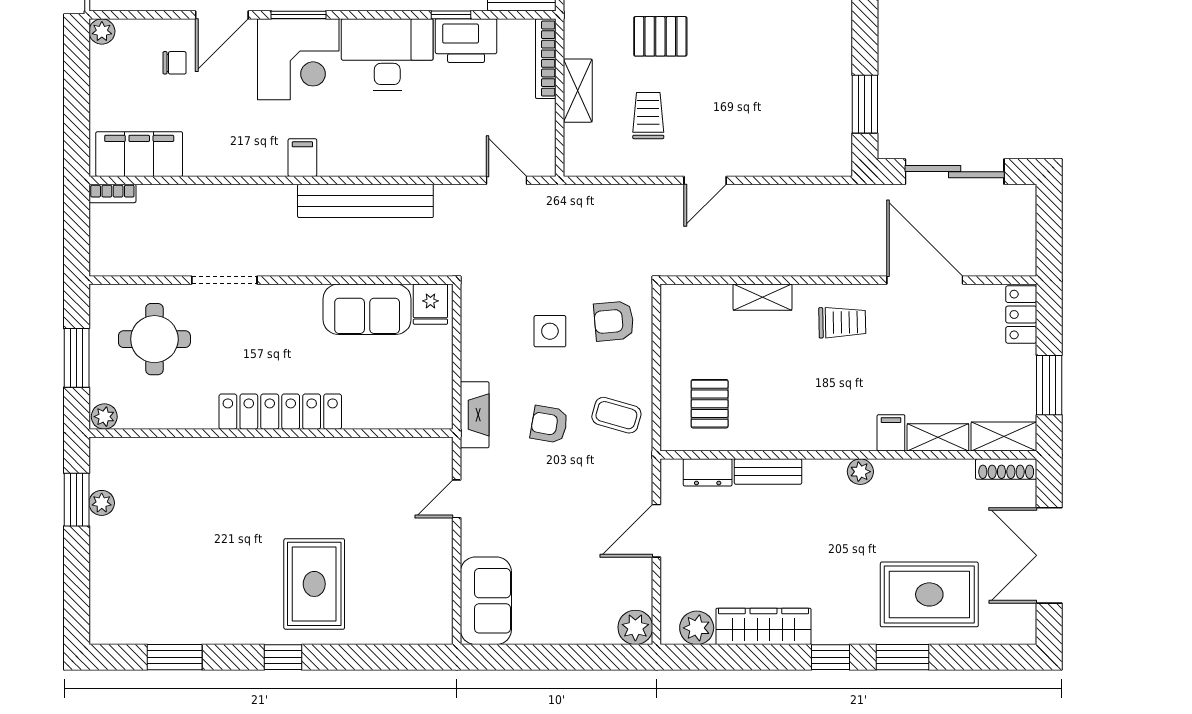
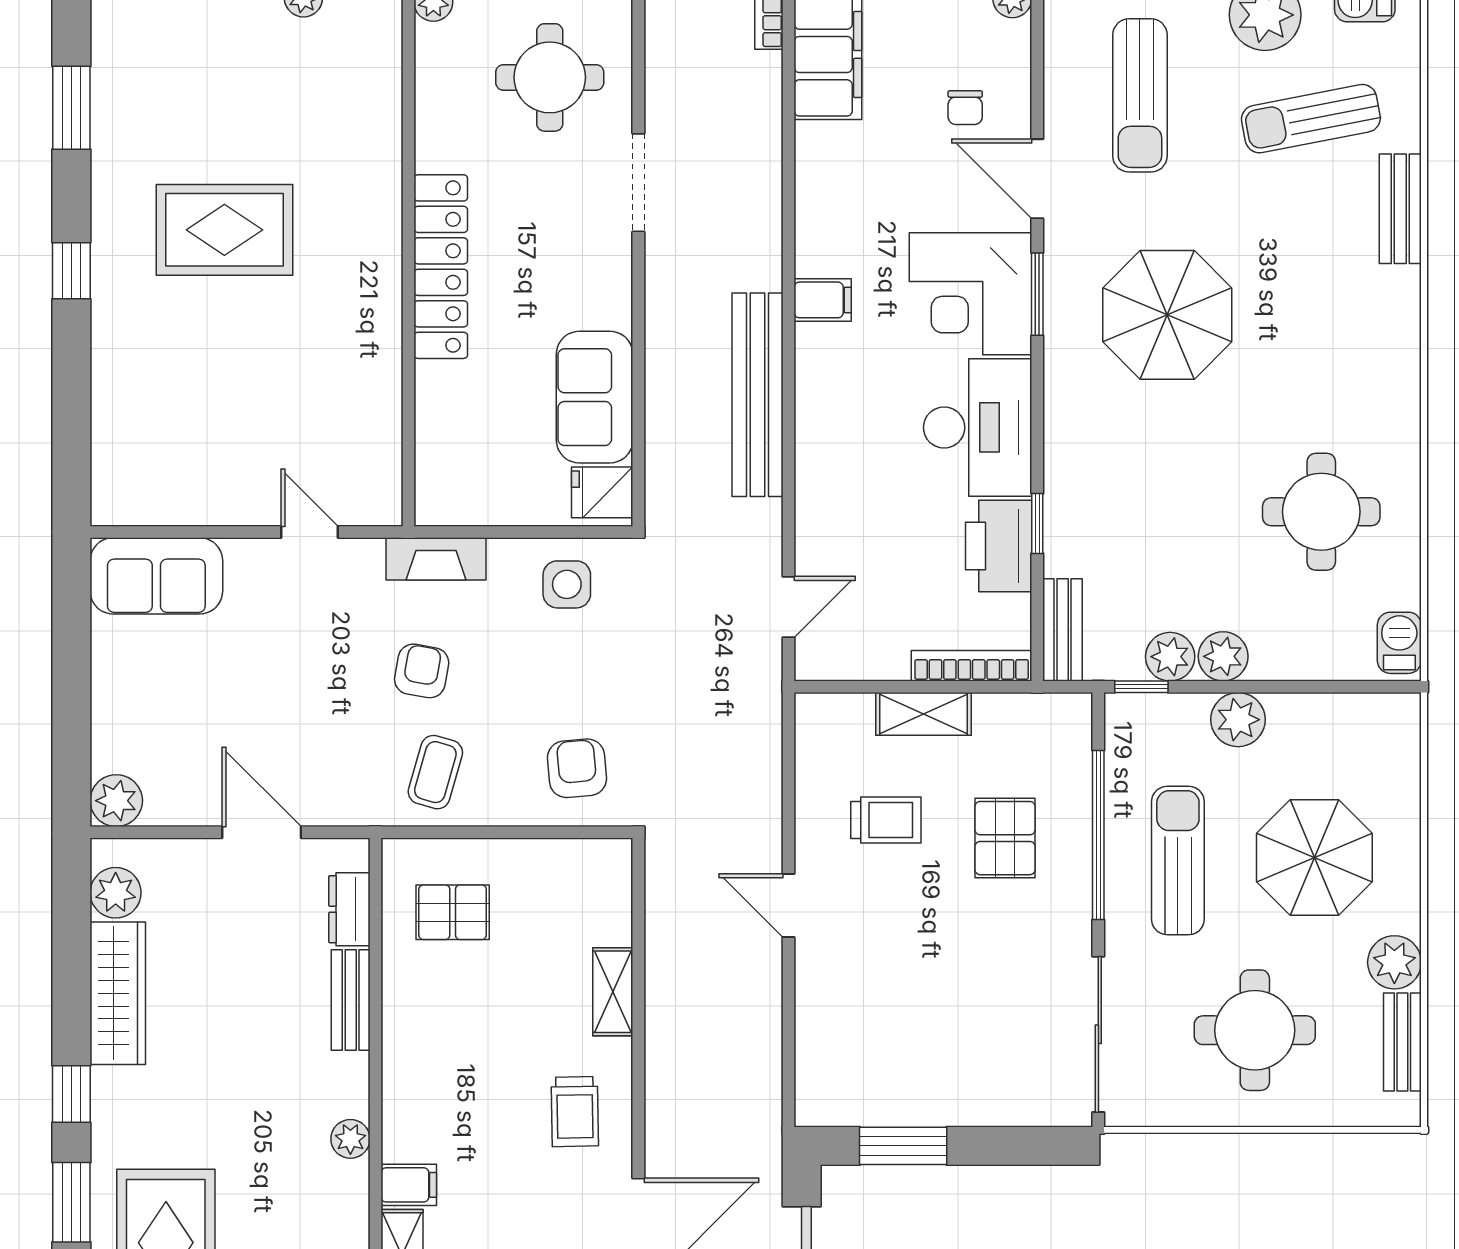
side table: (550, 331) -> (567, 584), moved
rug: (314, 584) -> (224, 230), moved

